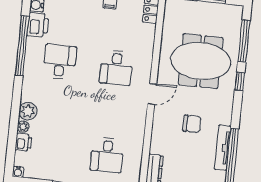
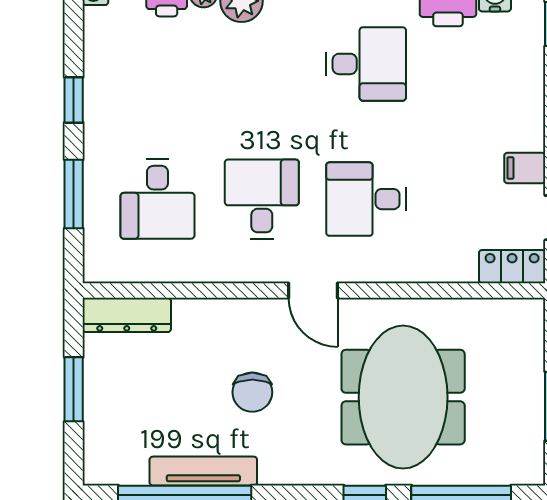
desk: (112, 111) -> (262, 199), added
desk: (107, 155) -> (157, 199), turned -90

